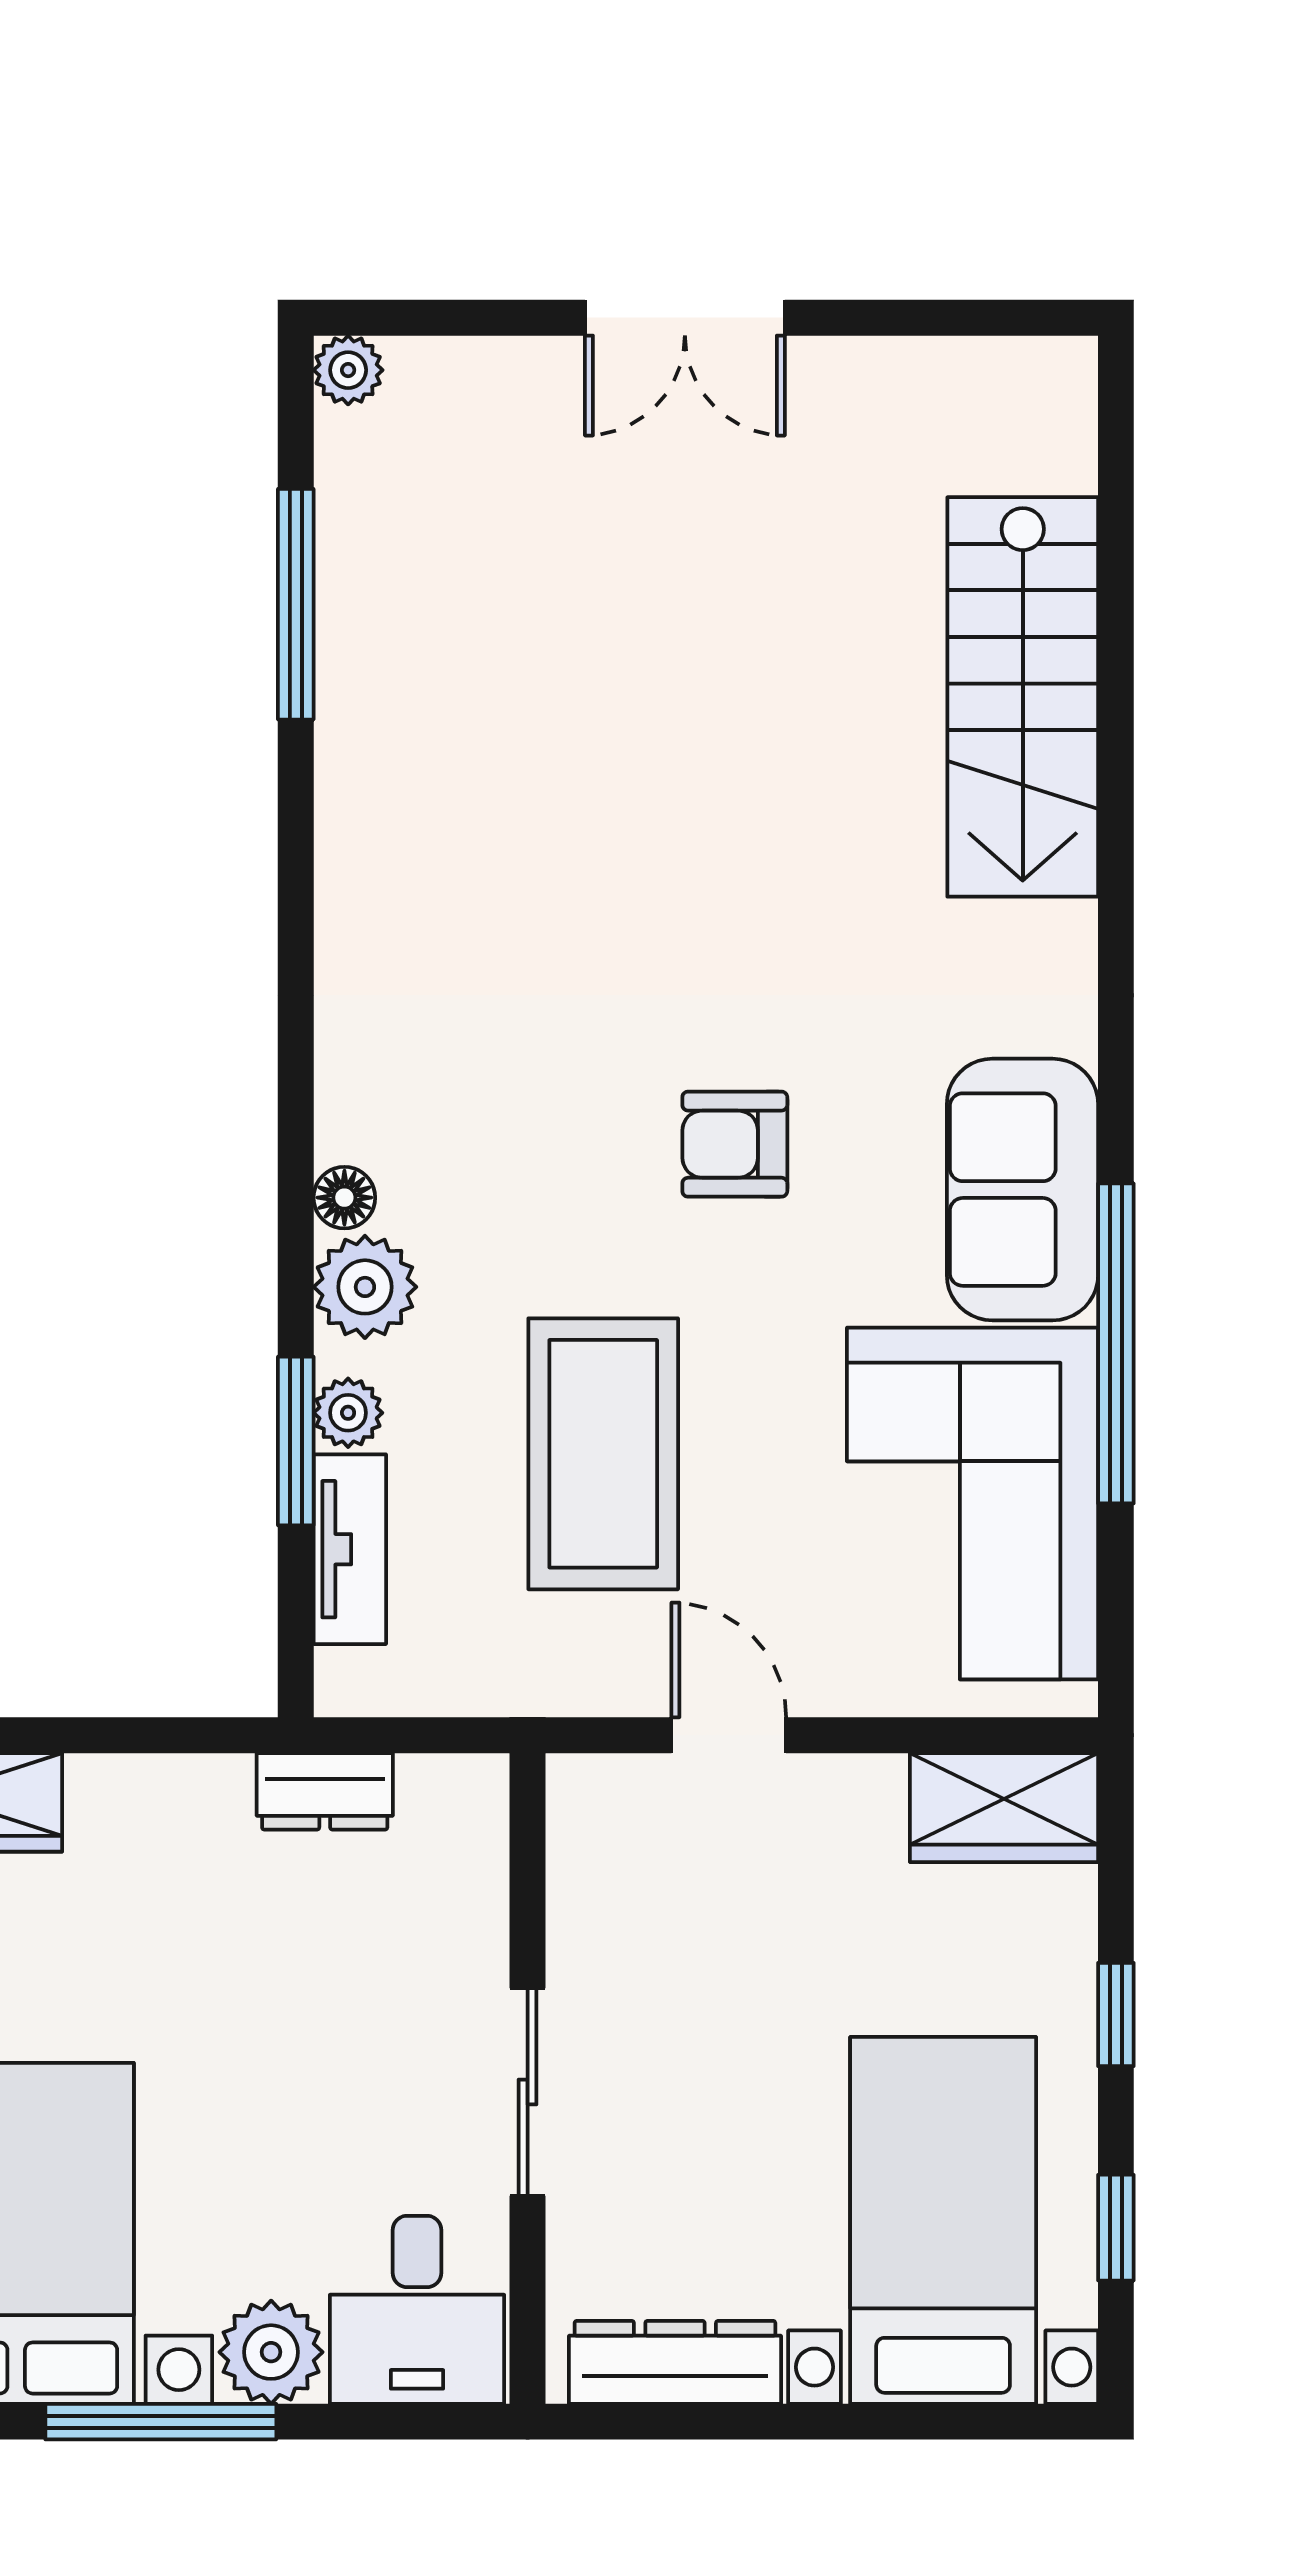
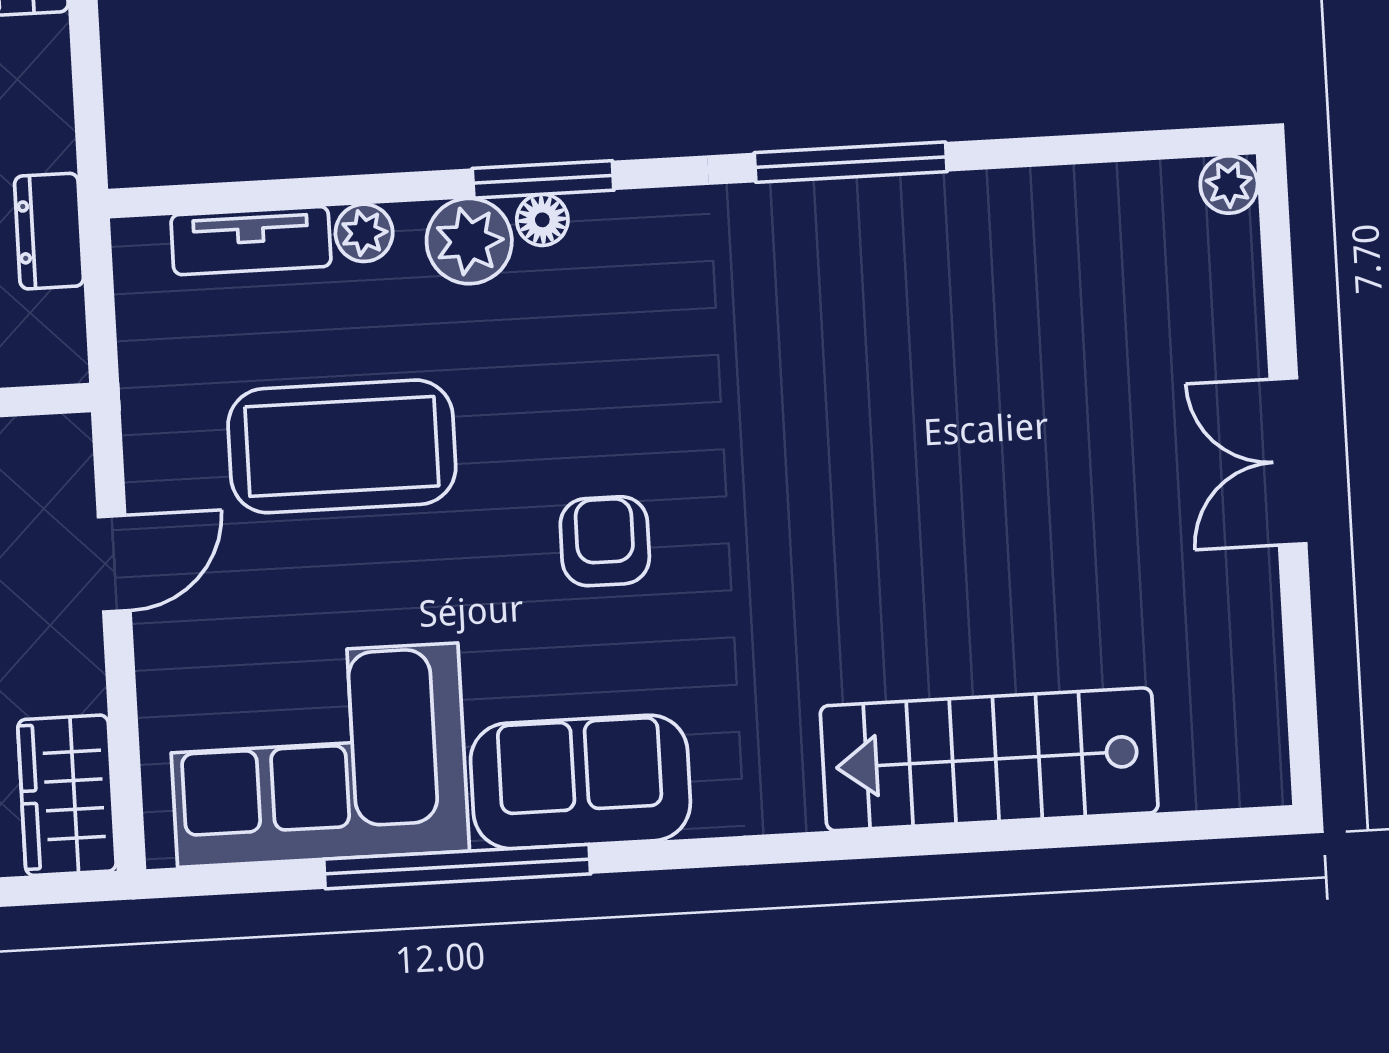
window: (296, 604) -> (851, 162), moved
window: (296, 1441) -> (543, 179), moved

